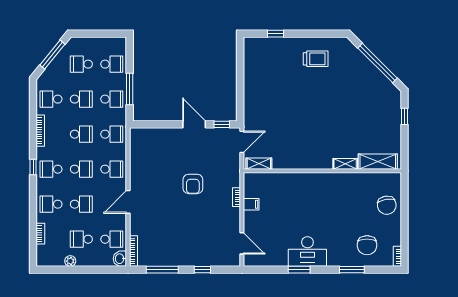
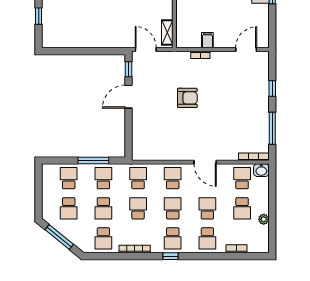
school desk: (81, 99) -> (103, 208), turned 180

